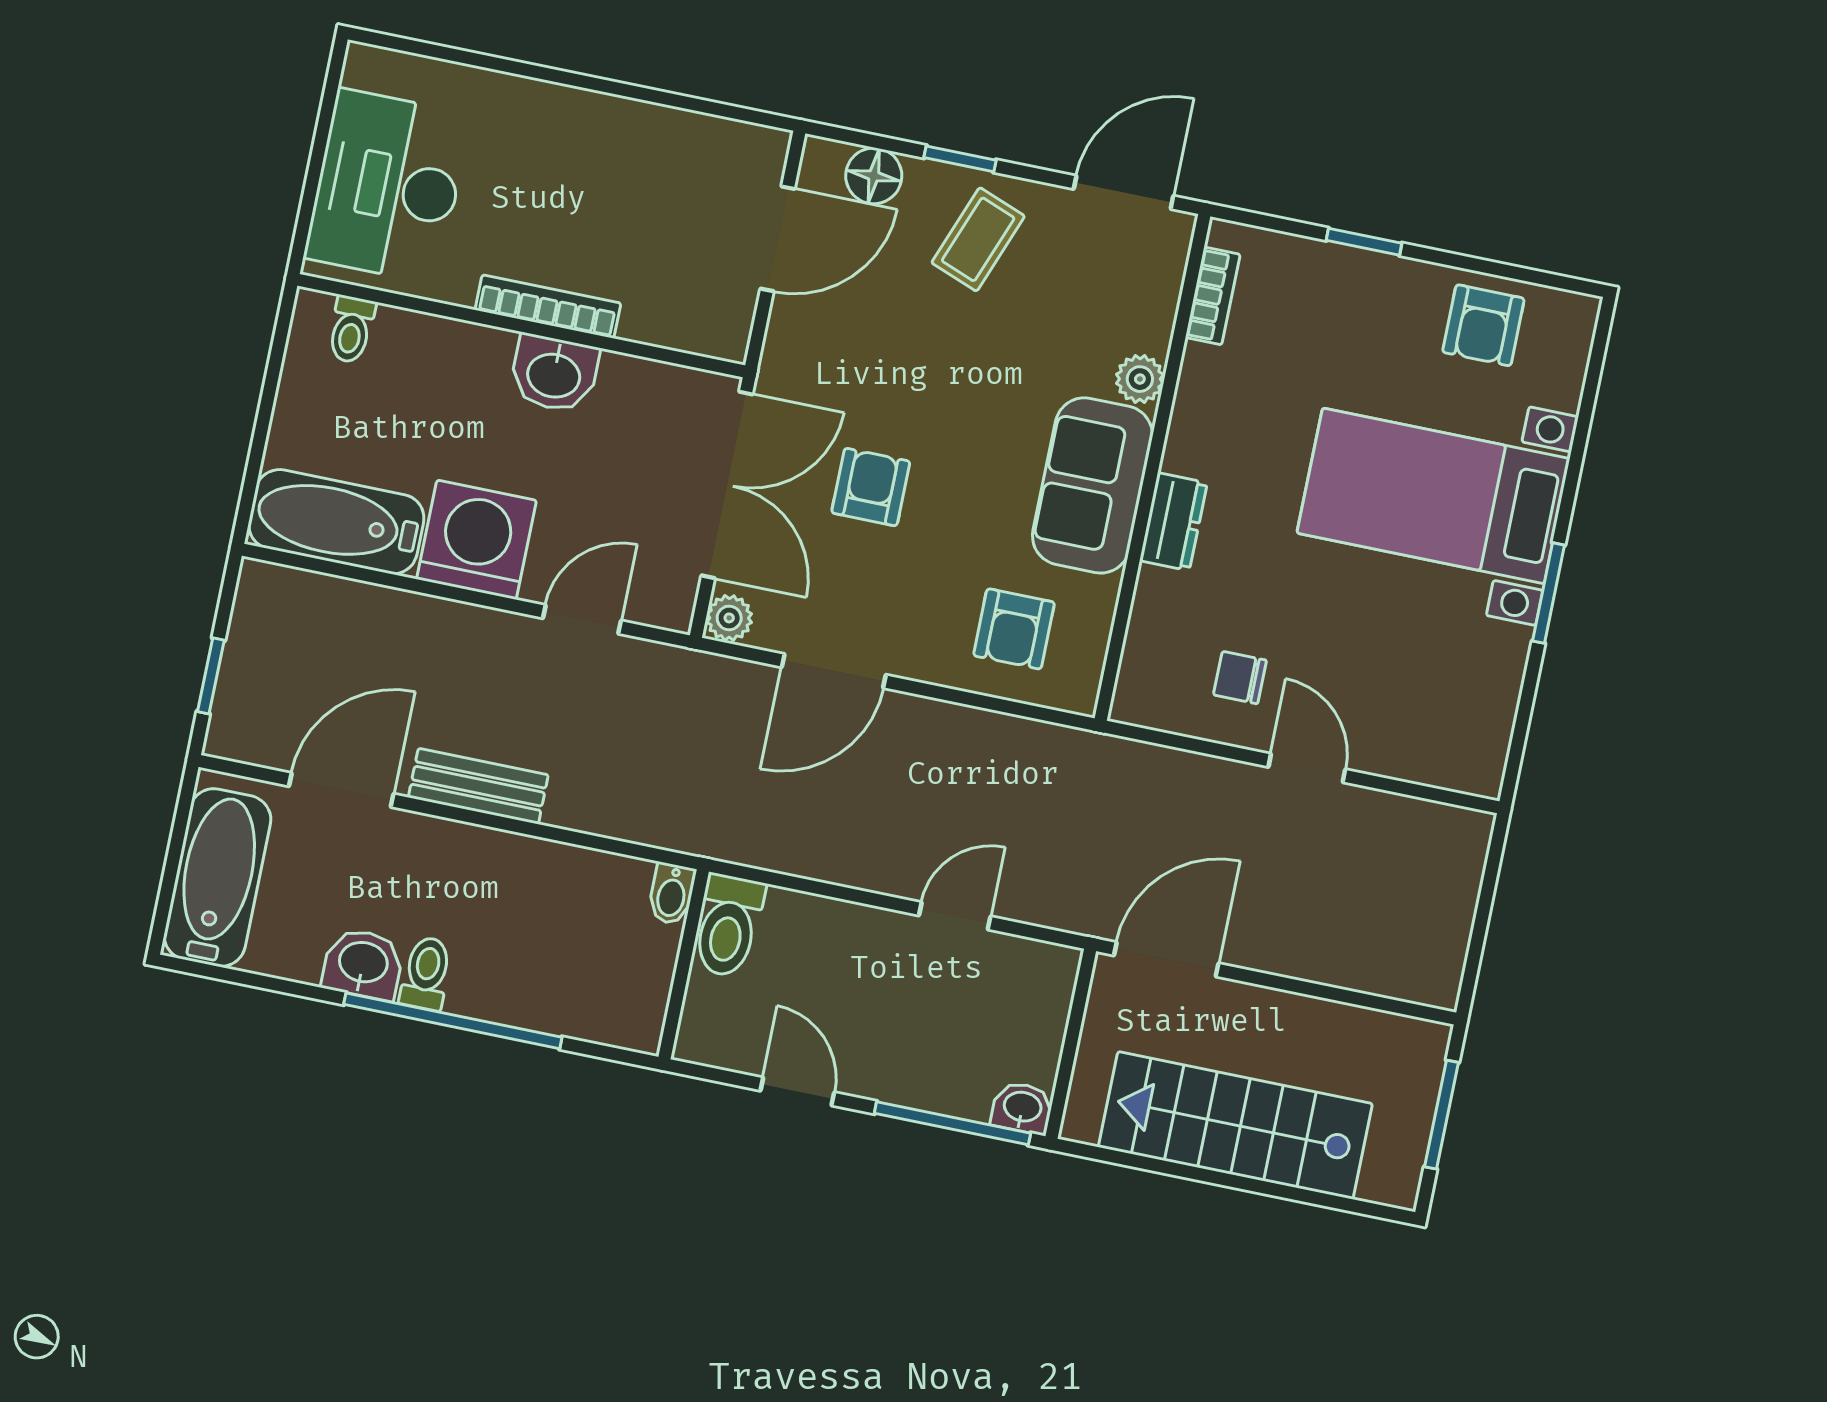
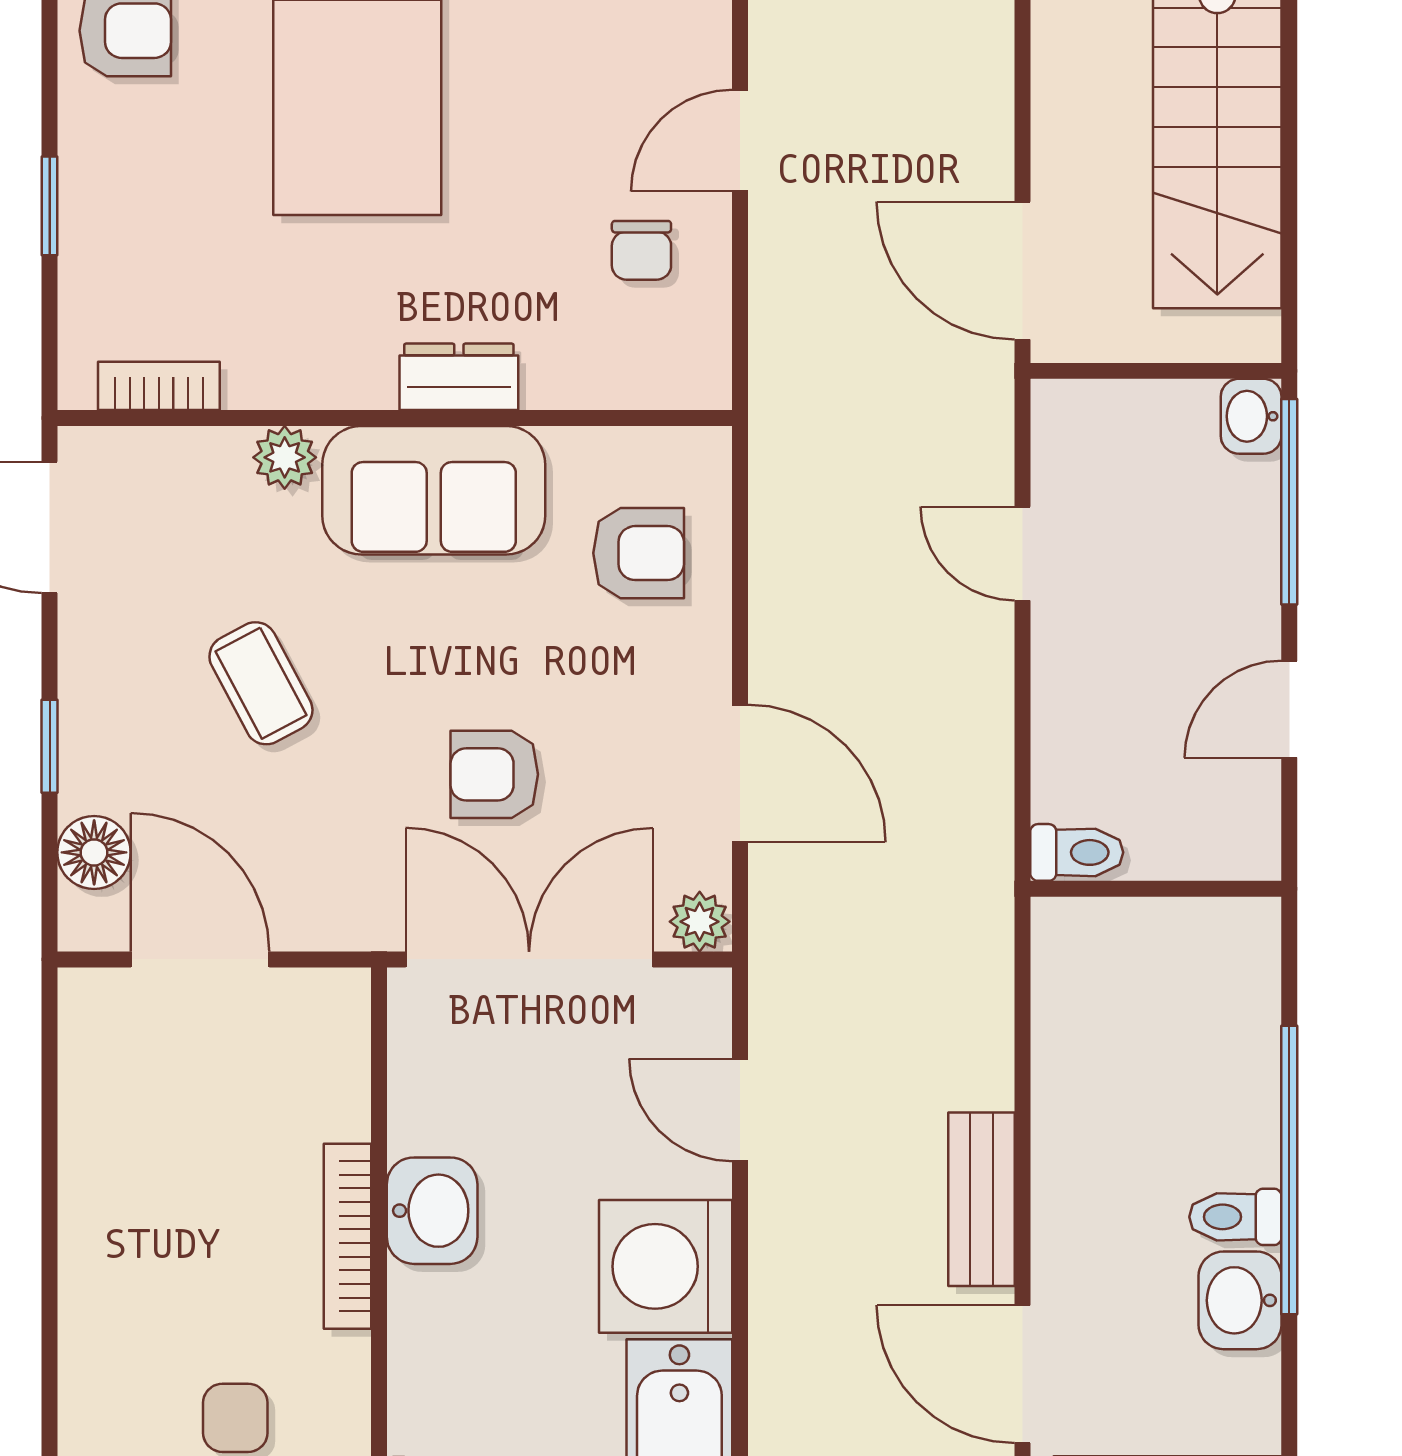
coffee table: (978, 239) -> (261, 683), moved, turned 41
bidet: (672, 894) -> (1069, 923), removed
toilet: (728, 926) -> (1077, 852), width x0.73, depth x0.72

